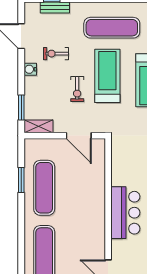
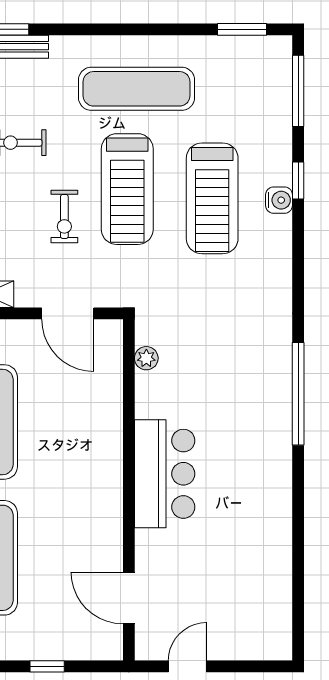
treadmill: (107, 76) -> (127, 189), turned 180
plant: (117, 157) -> (146, 358), added

